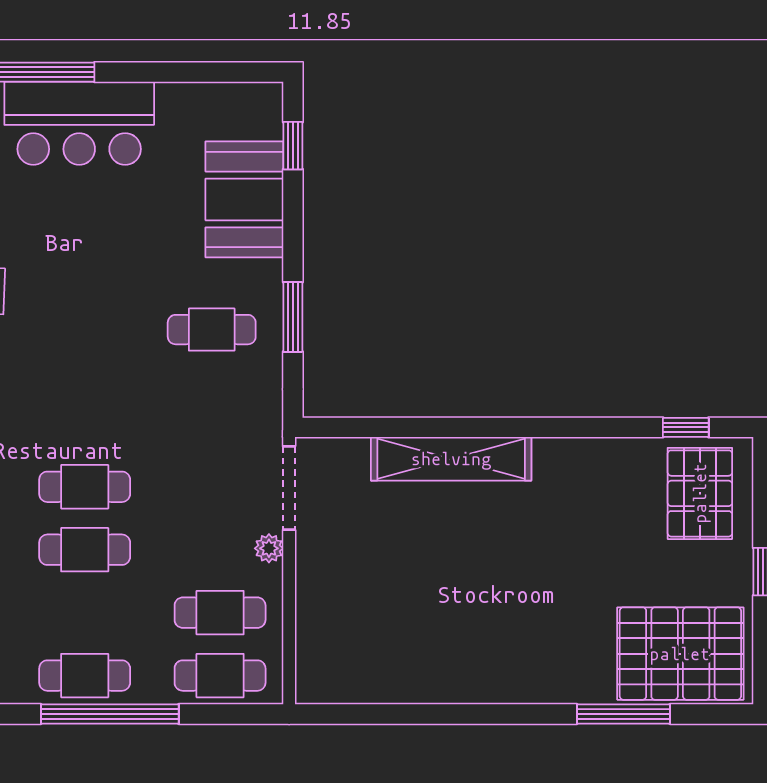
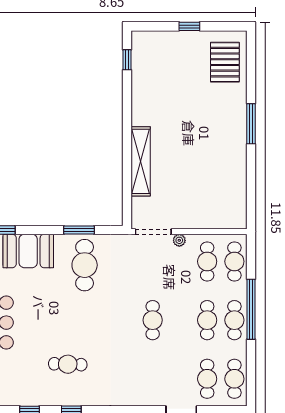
cafe table: (212, 330) -> (85, 265), width x1.37, depth x1.35
pallet: (700, 493) -> (156, 54), removed
cafe table: (85, 550) -> (207, 320), moved
pallet: (680, 654) -> (225, 62), width x0.73, depth x0.71
window: (623, 714) -> (251, 124), moved

